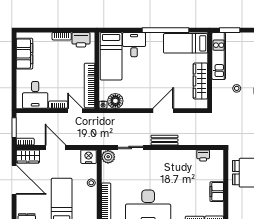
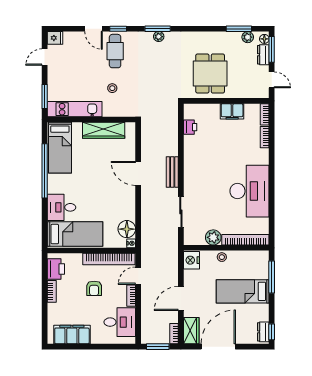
armchair: (64, 73) -> (94, 288), added
plant: (108, 157) -> (213, 237), moved

